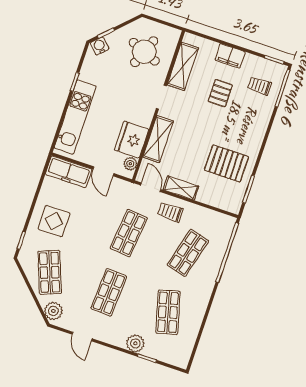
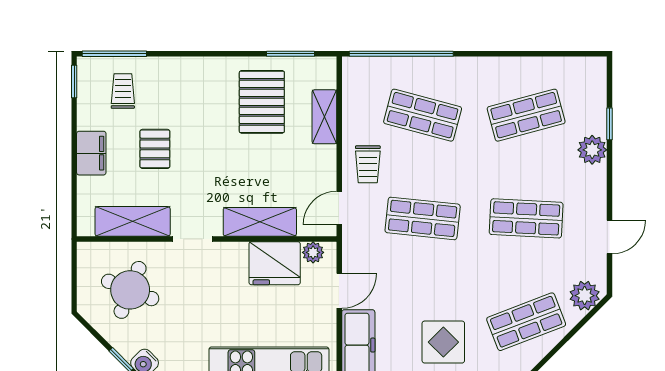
trolley: (259, 86) -> (123, 91), turned 180
pallet: (220, 93) -> (155, 149), turned 90
shelving: (181, 188) -> (324, 117), moved

